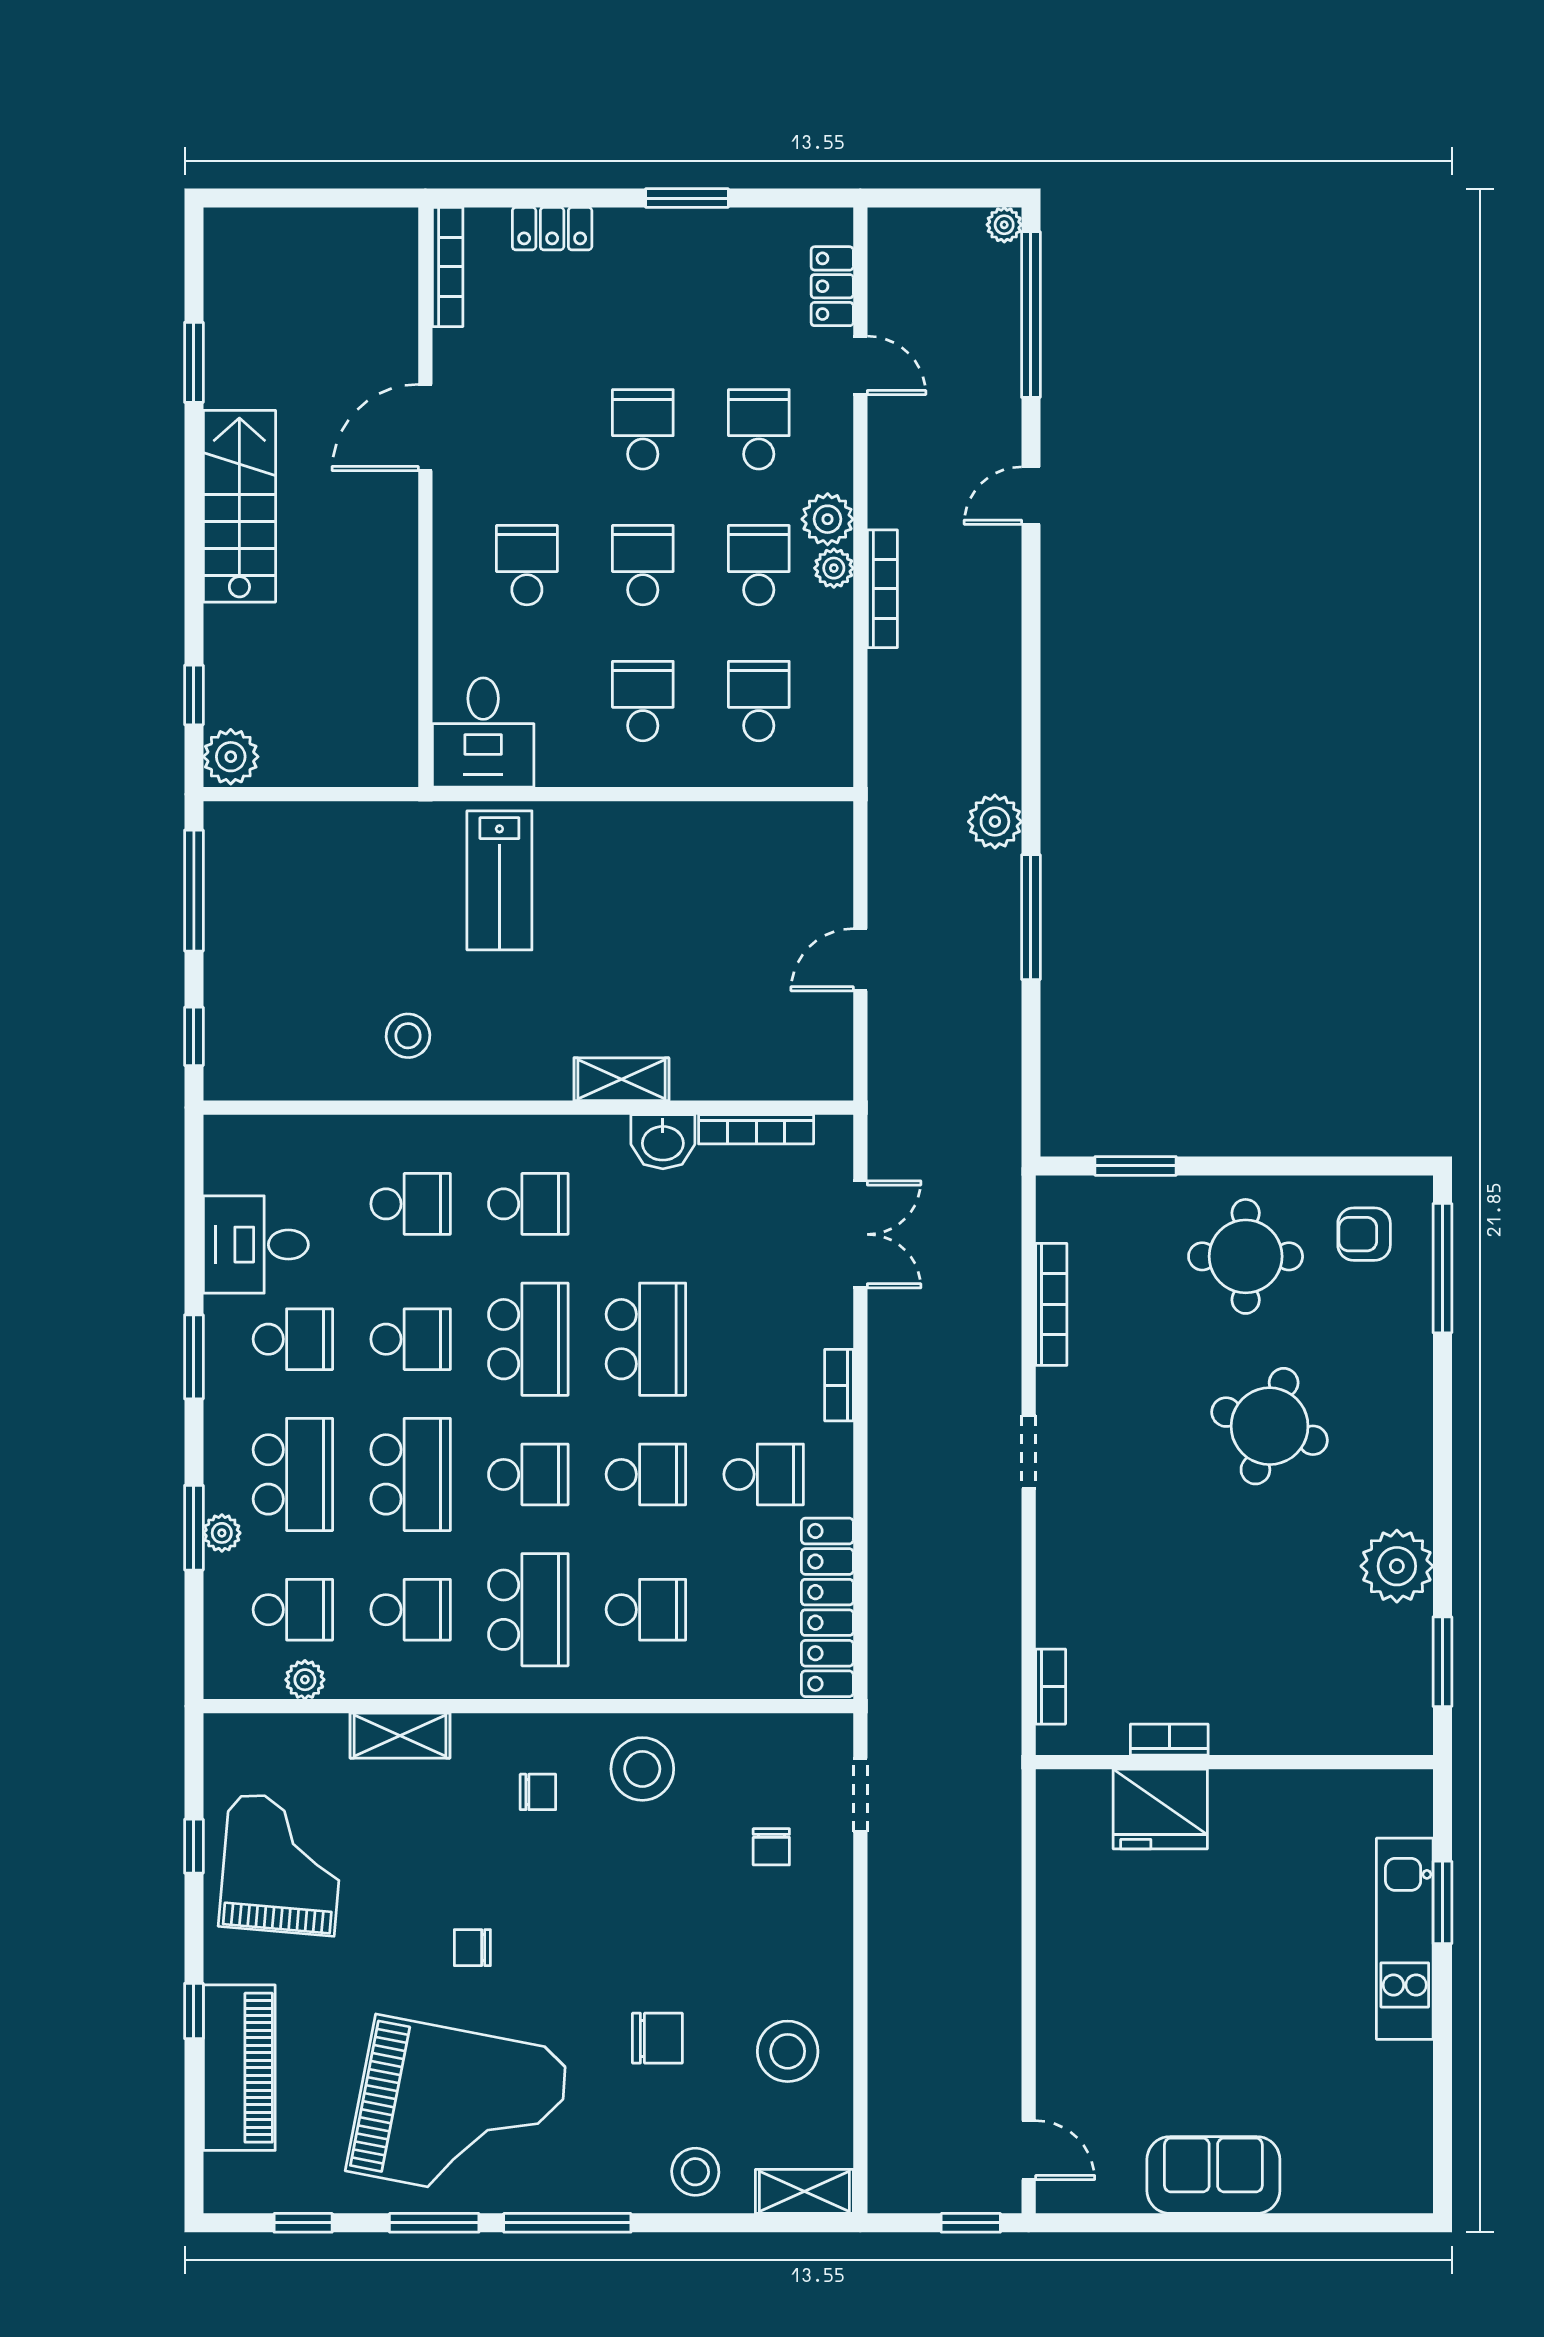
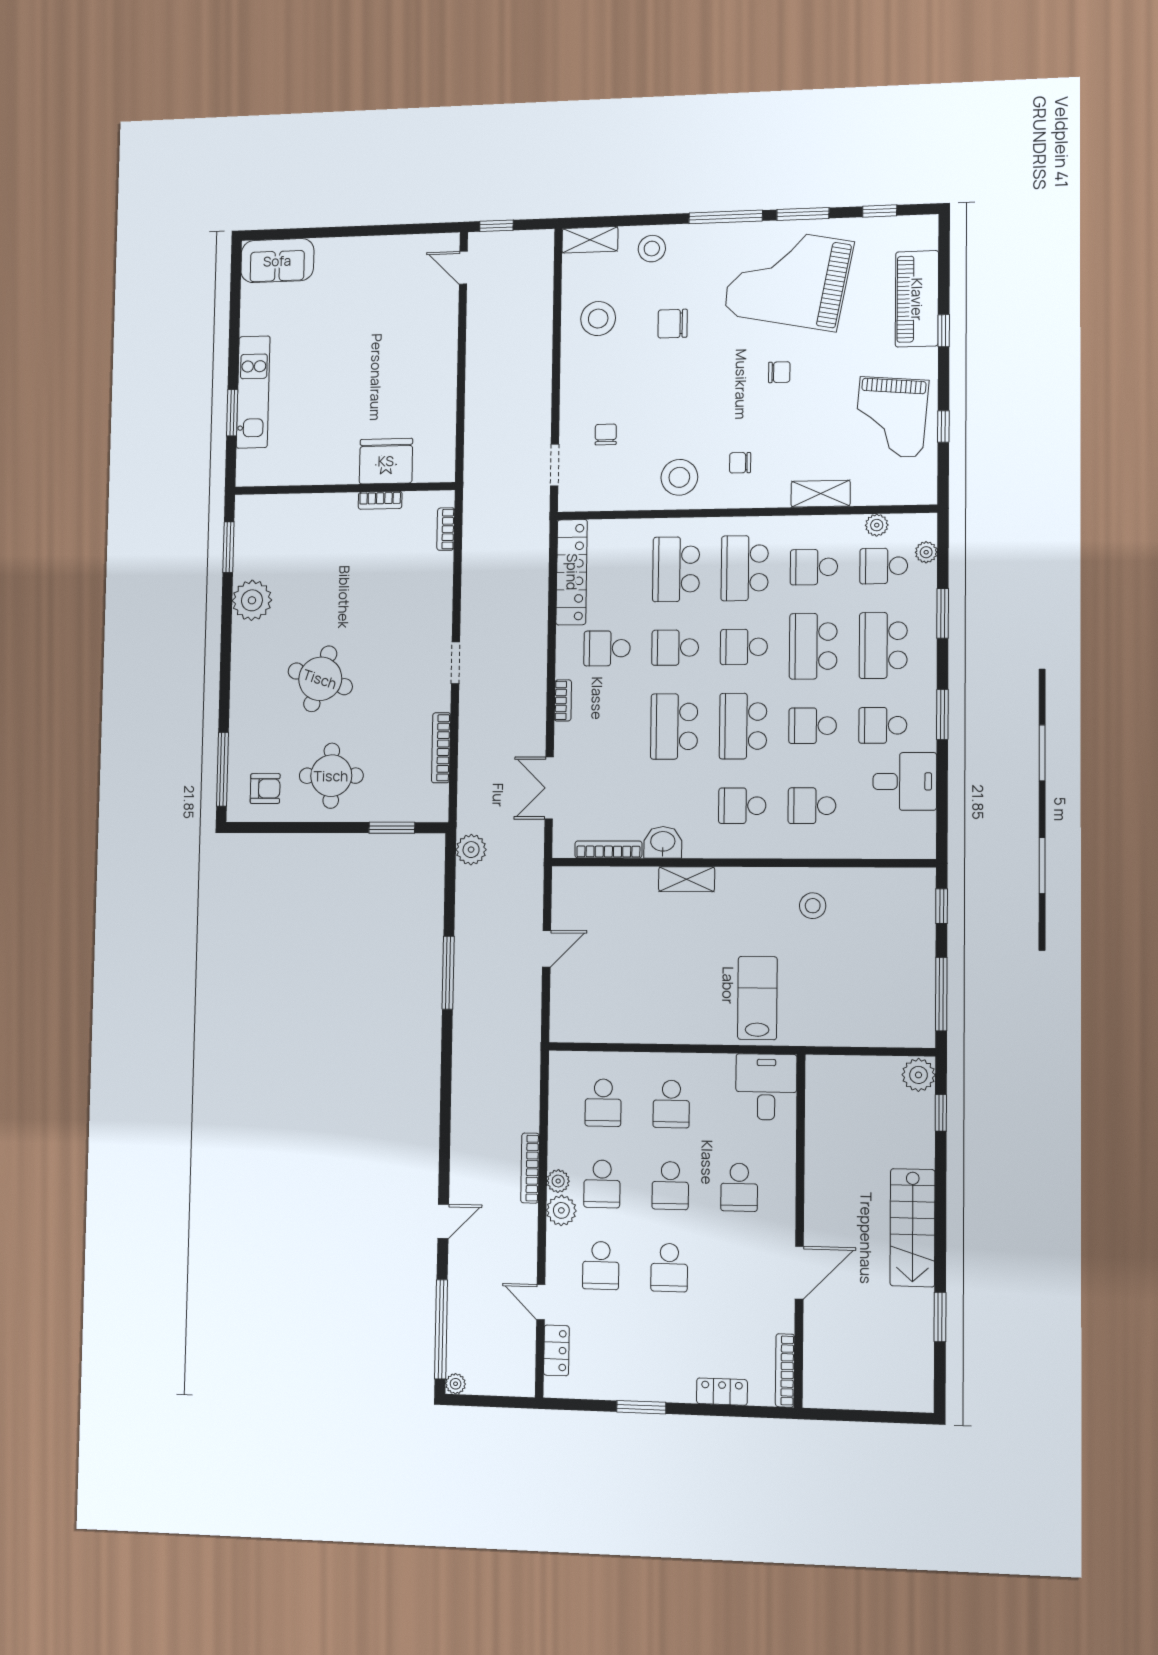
plant: (995, 822) -> (471, 850), moved
plant: (222, 1533) -> (926, 552), moved
school desk: (646, 1610) -> (676, 569), width x1.85
sofa: (1213, 2175) -> (277, 261), moved

